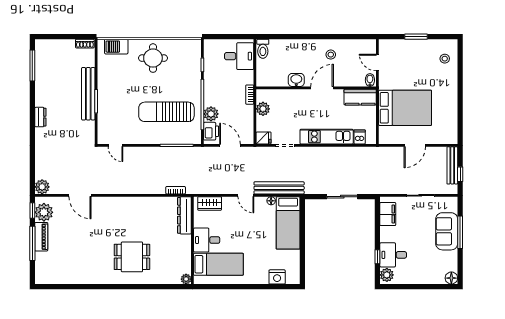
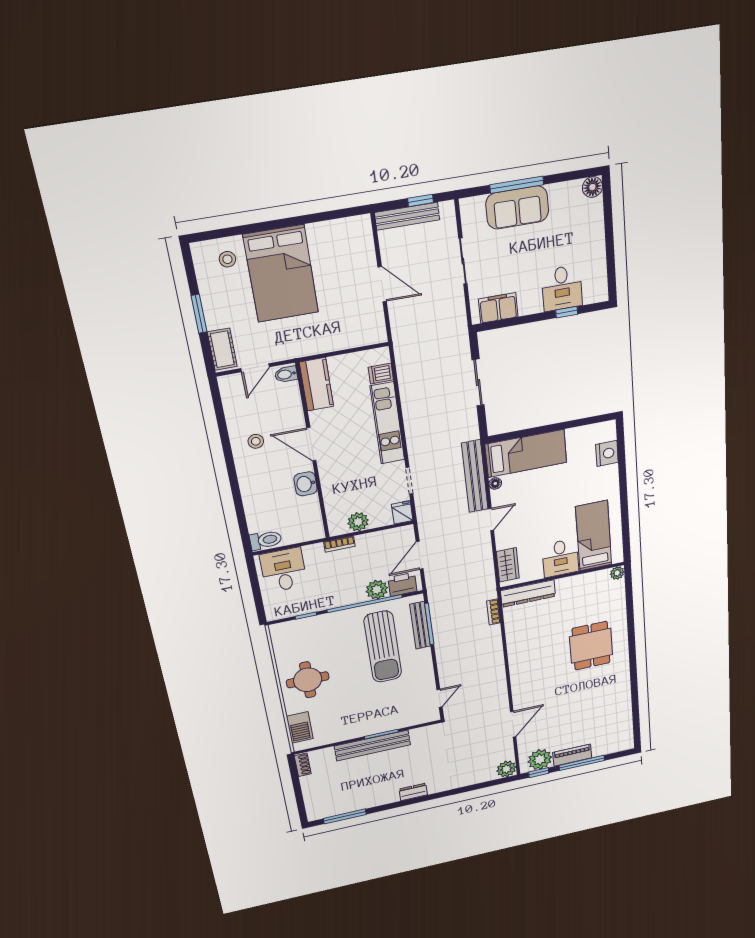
cot: (392, 46) -> (222, 349), added
bed: (405, 108) -> (281, 274), moved, turned 180
bench: (177, 139) -> (420, 625), added
plant: (387, 275) -> (594, 293), removed

